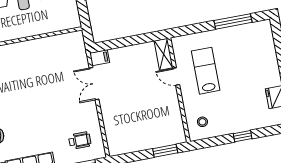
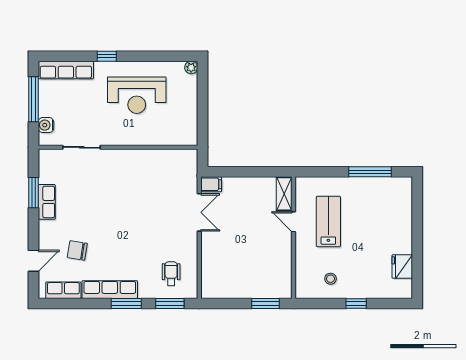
double door: (94, 84) -> (199, 212), swing flipped
stool: (202, 122) -> (330, 279), moved
wheelchair: (80, 141) -> (171, 274), turned -90

